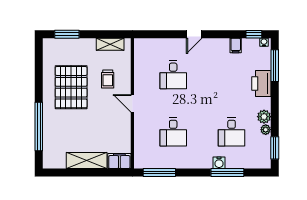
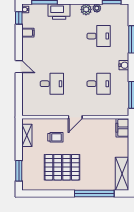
shelving: (87, 160) -> (122, 174), moved
water cooler: (219, 163) -> (124, 65), moved

